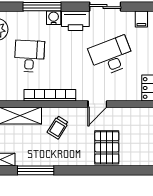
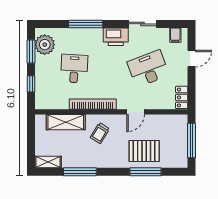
water cooler: (54, 18) -> (96, 34), removed
pallet: (107, 147) -> (144, 151), turned 90
window: (108, 170) -> (146, 172), added

